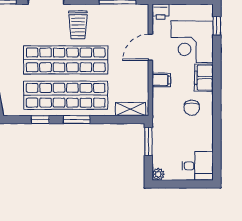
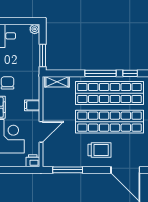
trolley: (78, 25) -> (100, 150), turned 90
window: (77, 120) -> (101, 73), width x1.44

